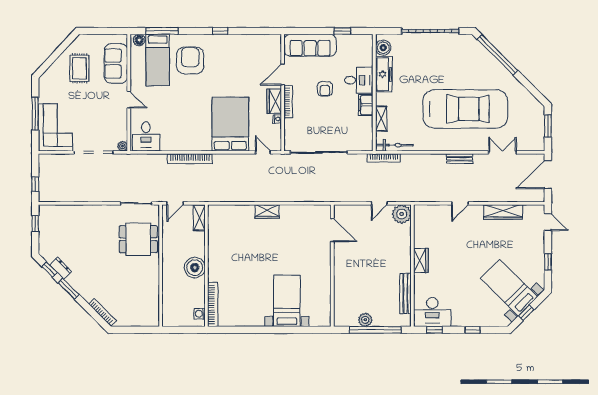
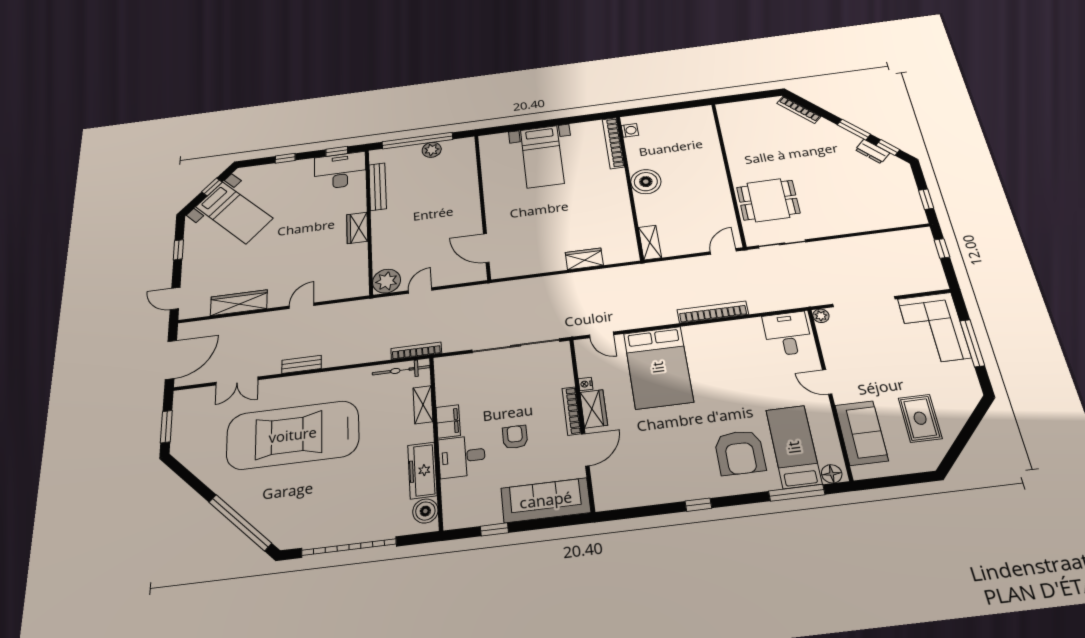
shelving: (199, 218) -> (650, 242), moved
wall: (206, 266) -> (630, 186), moved
boiler: (195, 268) -> (646, 182), moved
bookcase: (213, 304) -> (613, 143), moved
washing machine: (200, 314) -> (630, 130), moved

